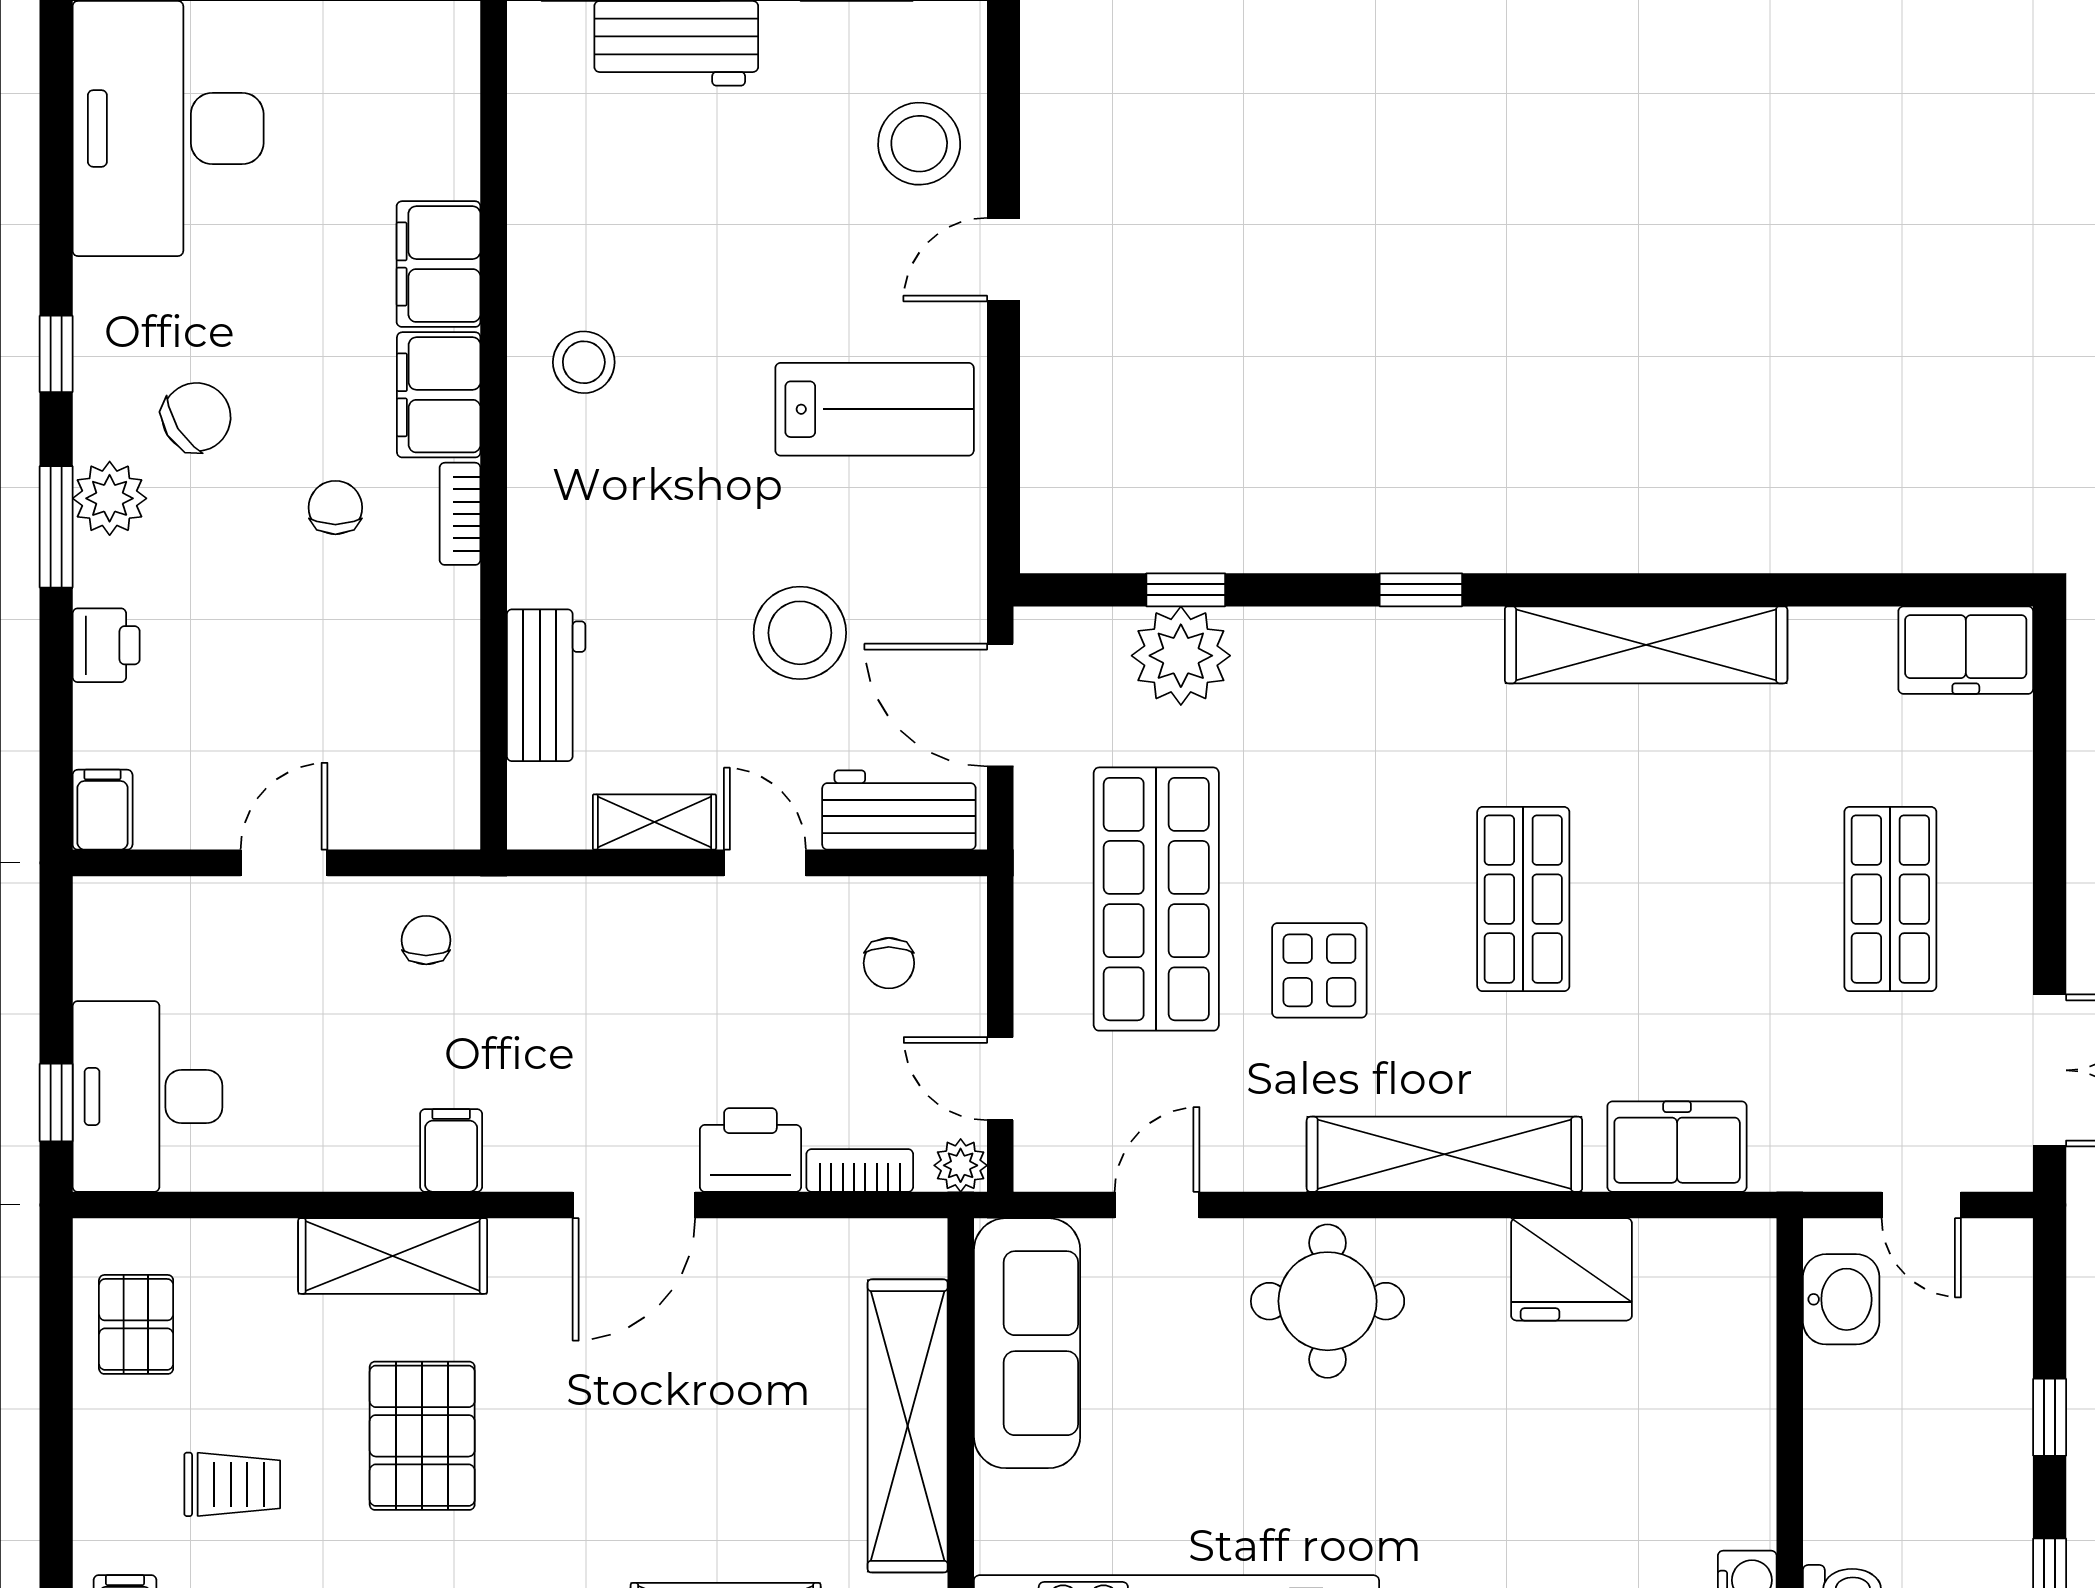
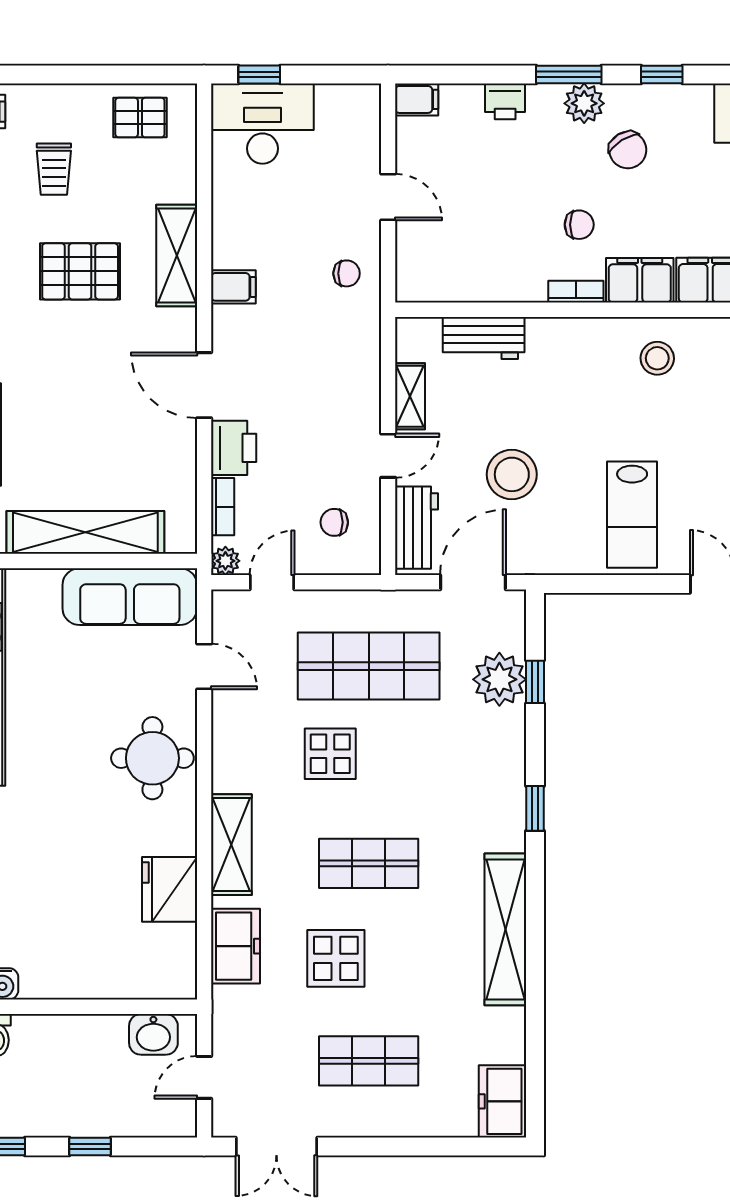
display table: (1700, 960) -> (336, 958), added
shelving: (1444, 1154) -> (231, 845), width x0.68

